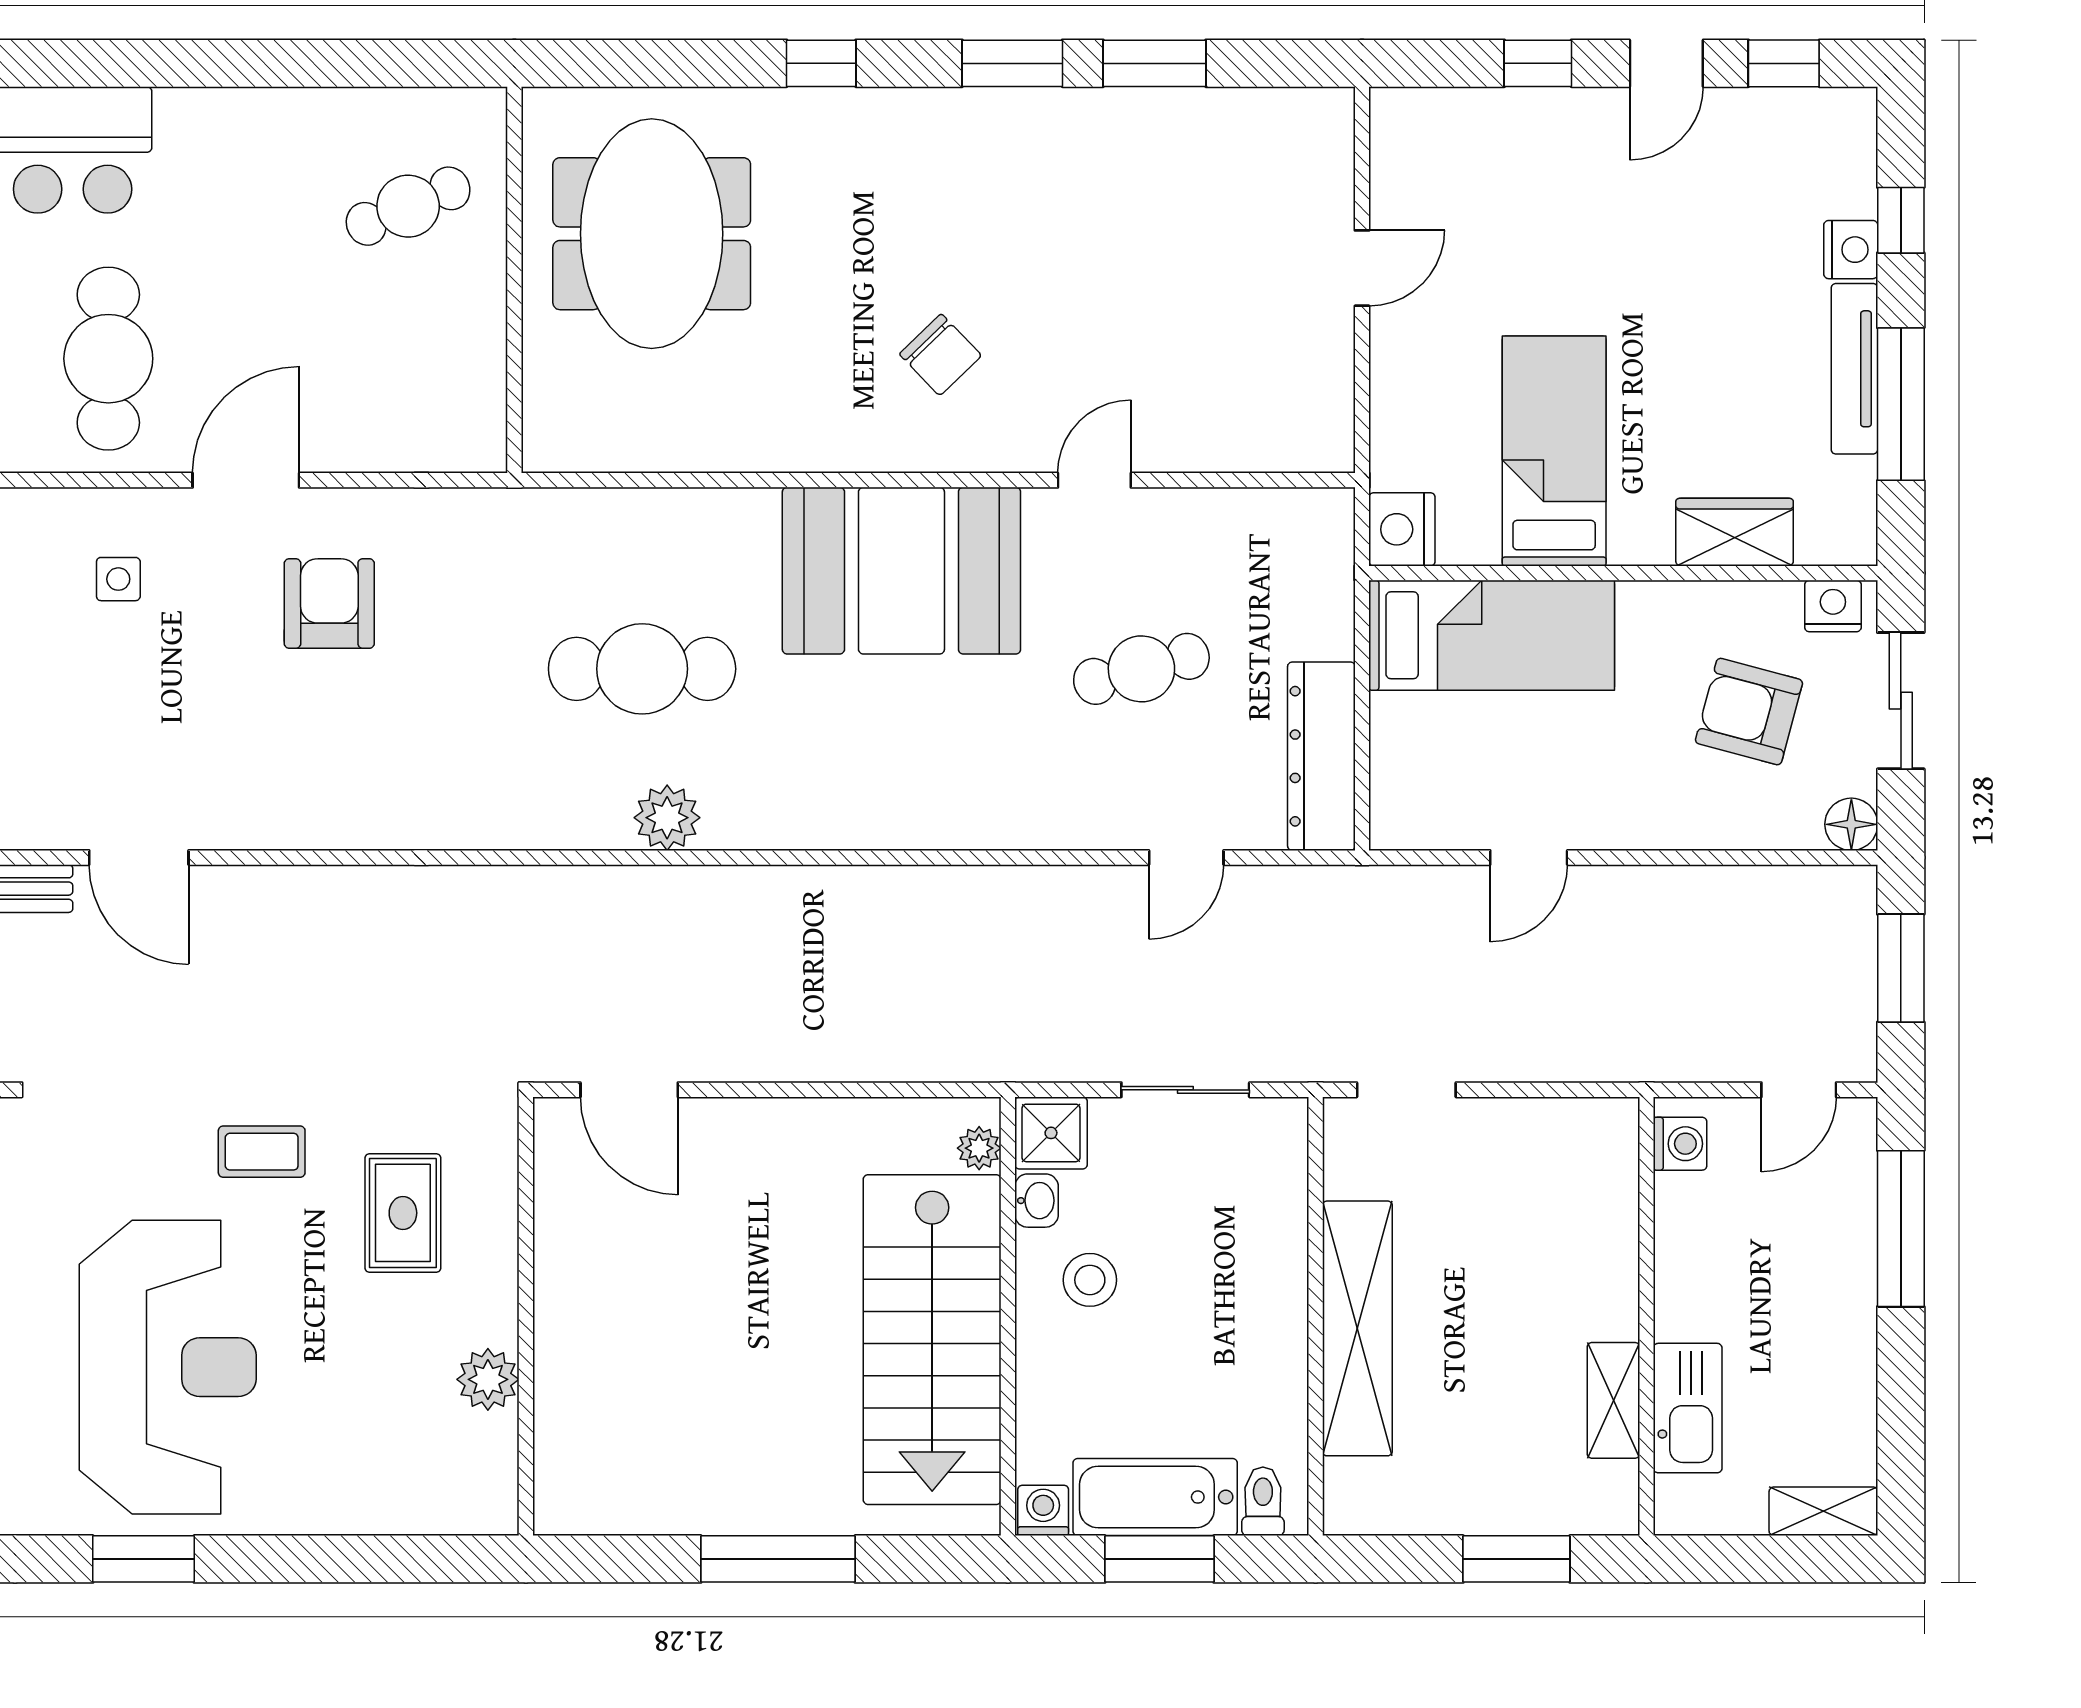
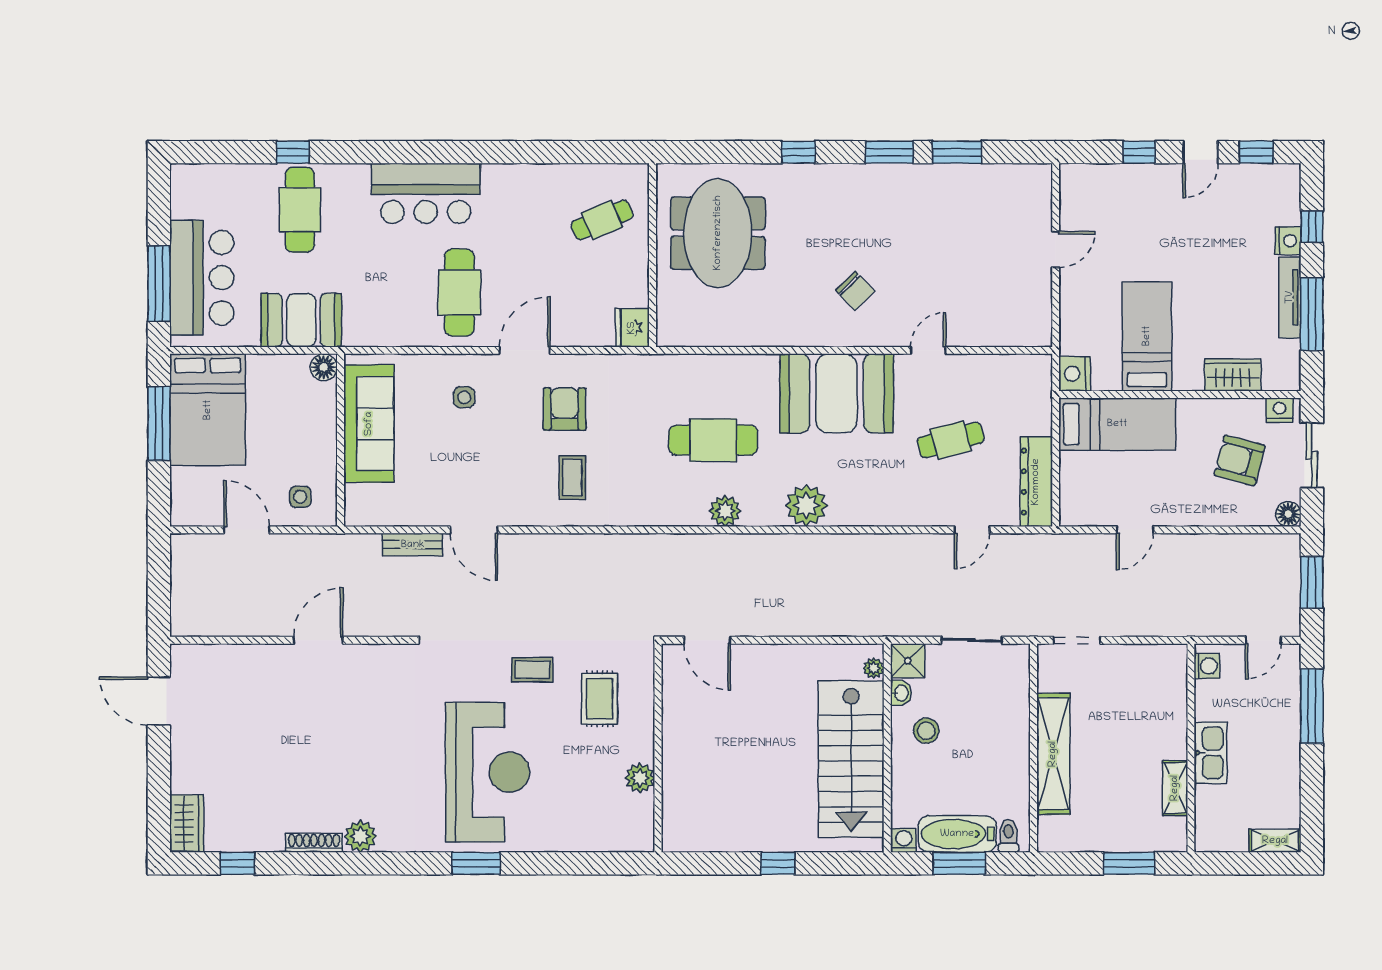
fridge: (472, 432) -> (632, 328), added
coffee table: (346, 748) -> (572, 478), added
plant: (838, 806) -> (806, 506), added
kitchen sink: (1688, 1408) -> (1210, 753), moved
window: (778, 1559) -> (778, 863), width x0.46

